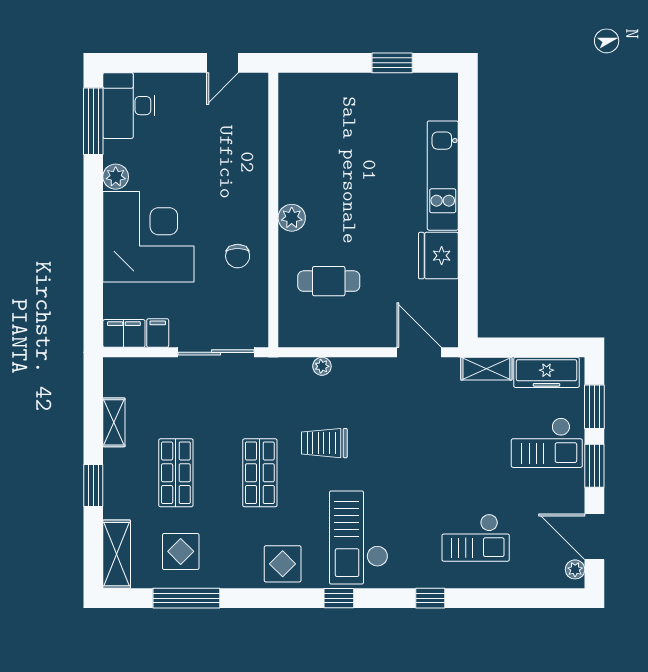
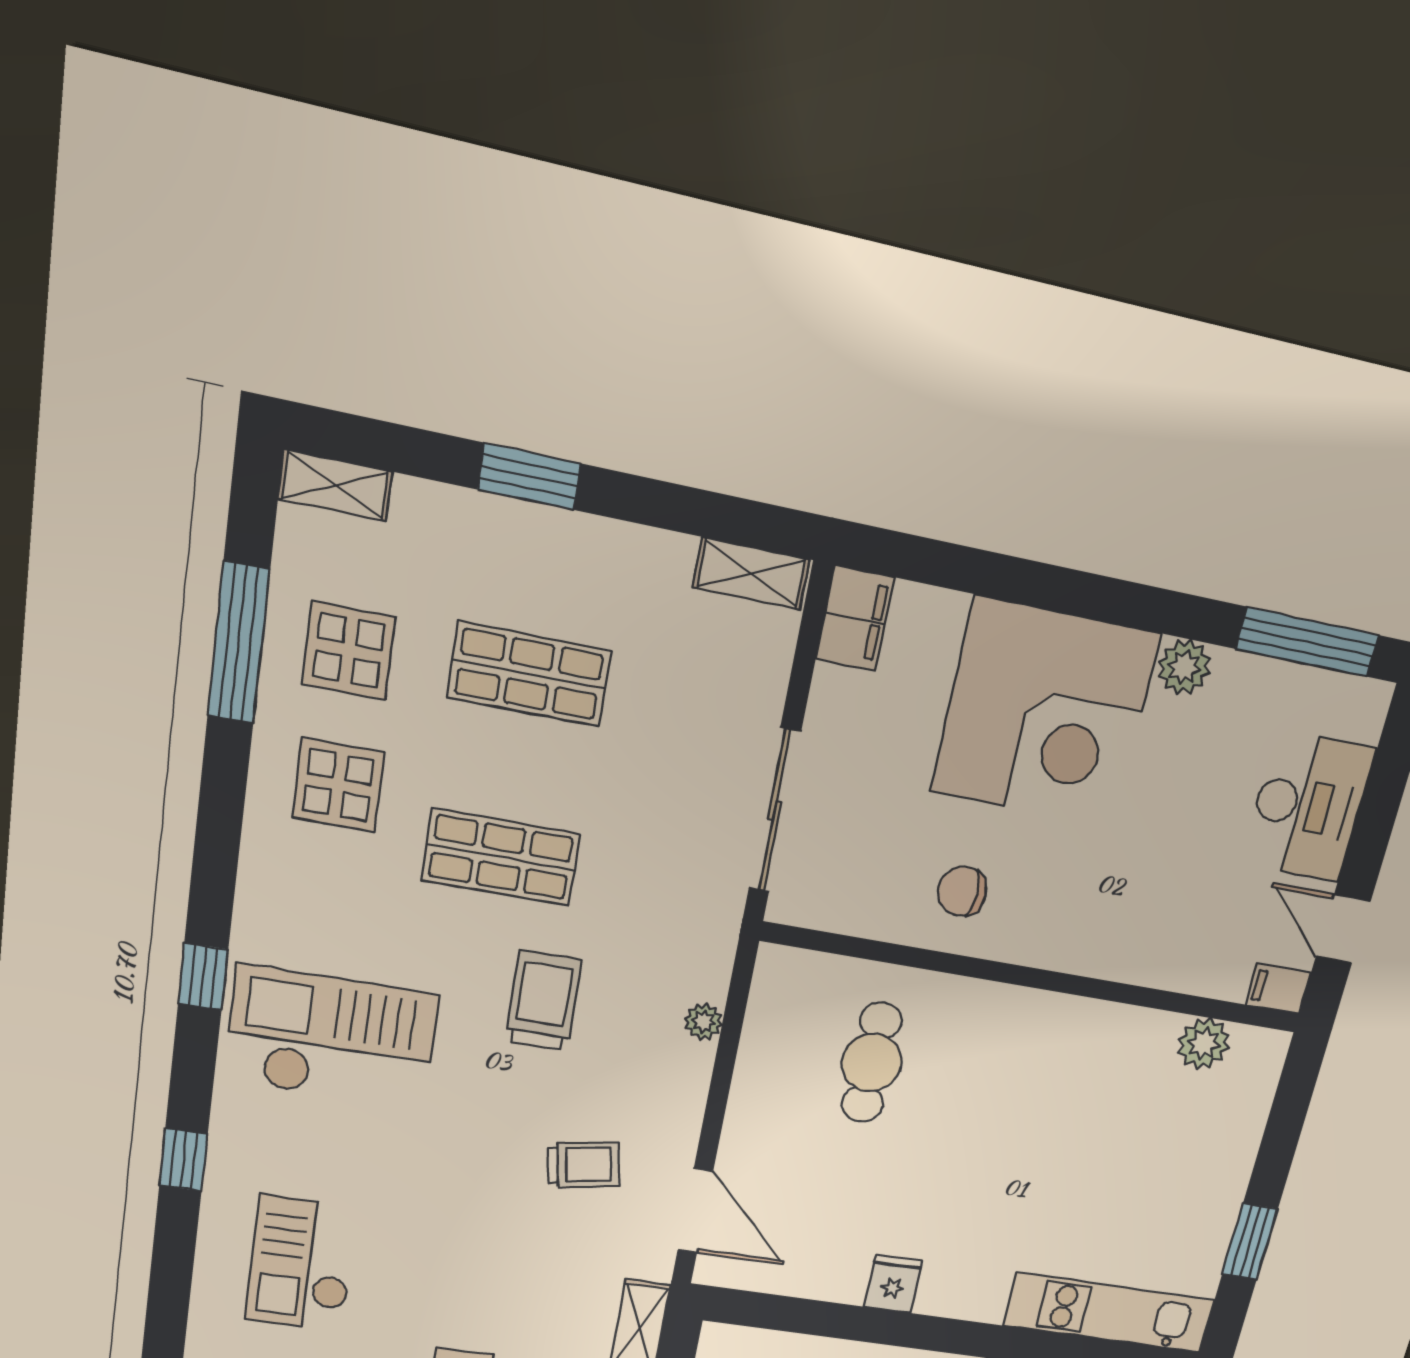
desk: (129, 106) -> (1308, 806), moved, turned 90
kitchen unit: (443, 176) -> (1109, 1313), moved
plant: (292, 218) -> (1204, 1044), moved
fridge: (438, 256) -> (893, 1284), width x0.53, depth x0.75
filing cabinet: (158, 333) -> (1278, 989), moved, turned 180
door: (419, 352) -> (695, 1211), hinge flipped
trolley: (403, 411) -> (583, 1165), added
shelving: (114, 422) -> (751, 573), moved
shelving: (117, 554) -> (335, 485), width x0.67, depth x0.75
display table: (283, 564) -> (338, 785), moved

